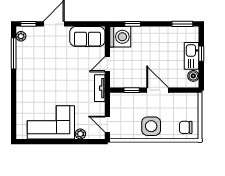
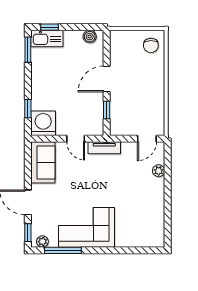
window: (201, 54) -> (50, 27), moved
kitchen sink: (192, 56) -> (47, 39), moved
corner sofa: (51, 122) -> (87, 227), moved, turned 90
side table: (151, 126) -> (150, 87), removed

